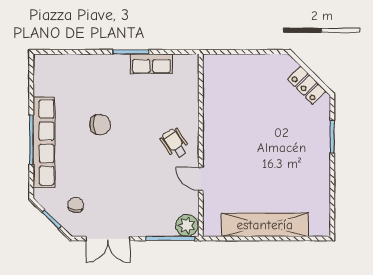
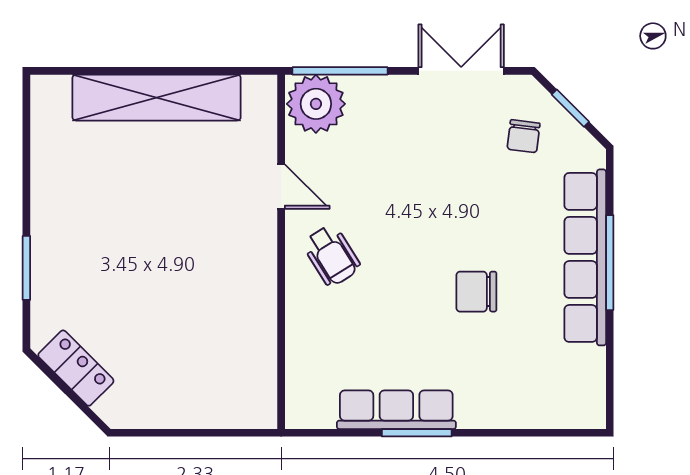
row of seats: (151, 64) -> (396, 410), width x1.48
plant: (187, 226) -> (316, 104), width x1.36, depth x1.36

